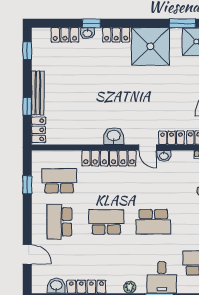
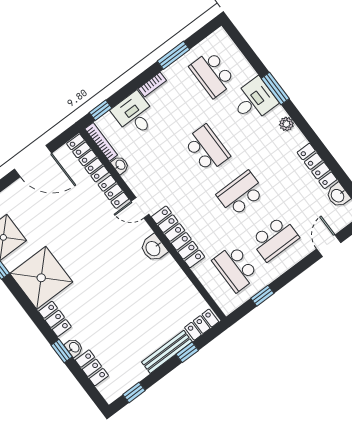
door: (147, 147) -> (140, 208), swing flipped
washbasin: (164, 156) -> (120, 165), moved
school desk: (106, 222) -> (241, 194), turned 90

